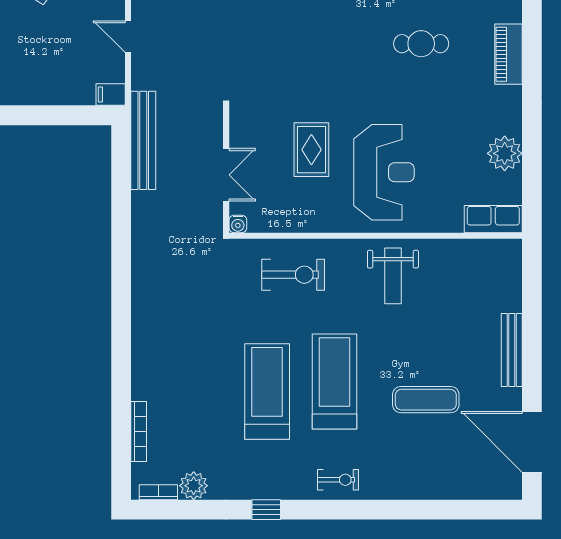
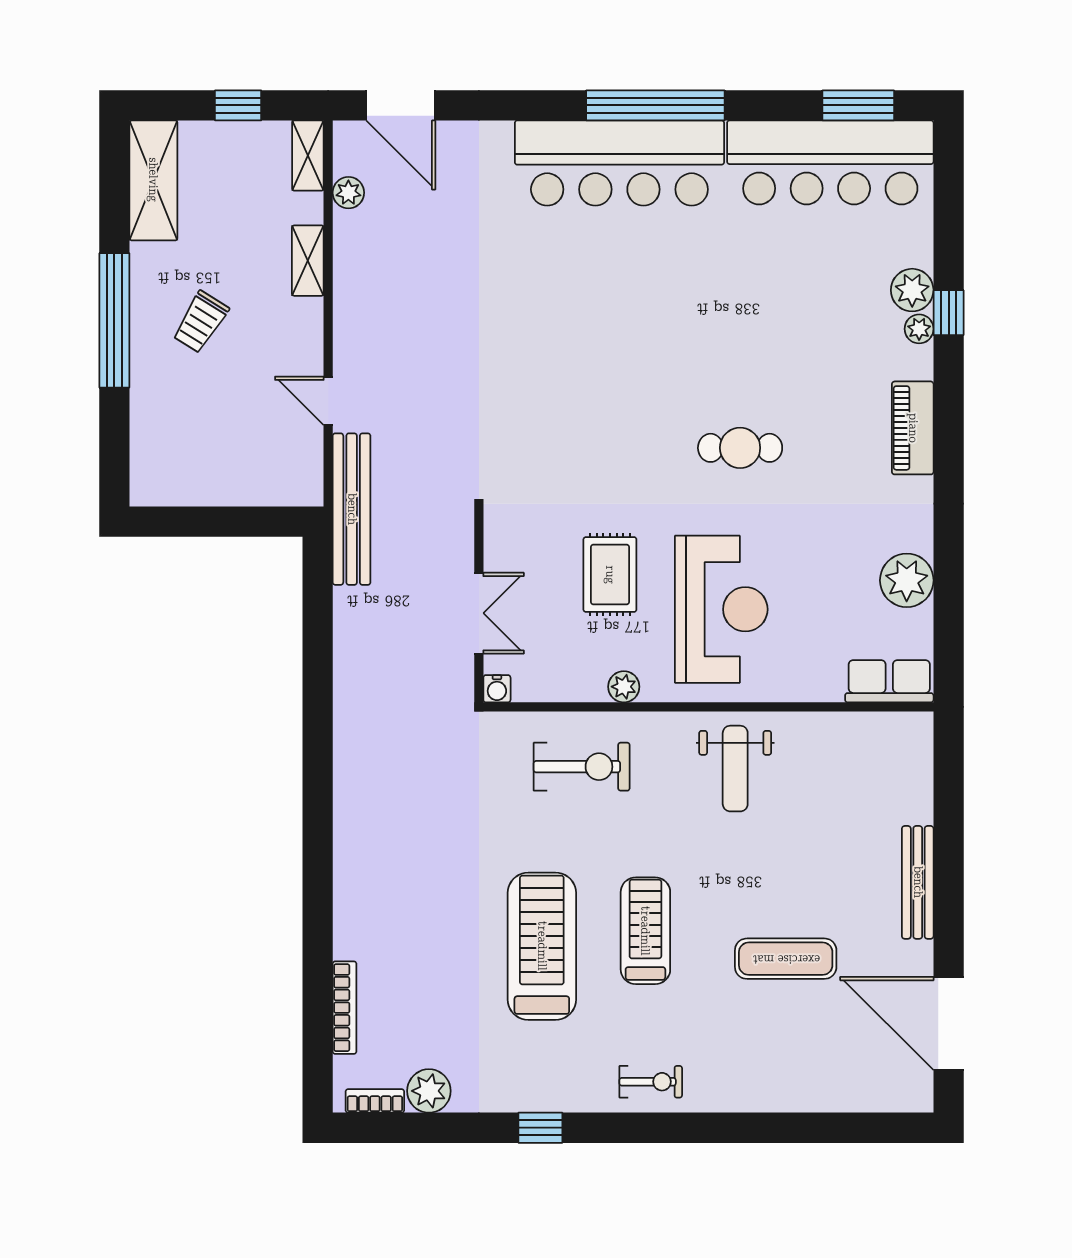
cafe table: (421, 44) -> (740, 448), moved
filing cabinet: (111, 94) -> (301, 490), removed
bench: (143, 140) -> (352, 509), moved
plant: (320, 223) -> (624, 687), added
treadmill: (335, 381) -> (645, 931), width x0.73, depth x0.73

